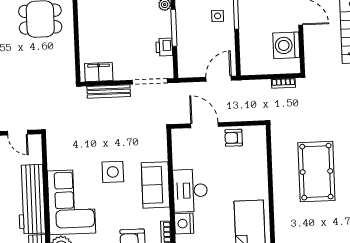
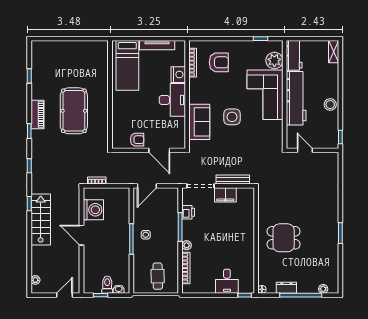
filing cabinet: (99, 72) -> (225, 195), moved
sofa: (155, 185) -> (199, 122), moved

